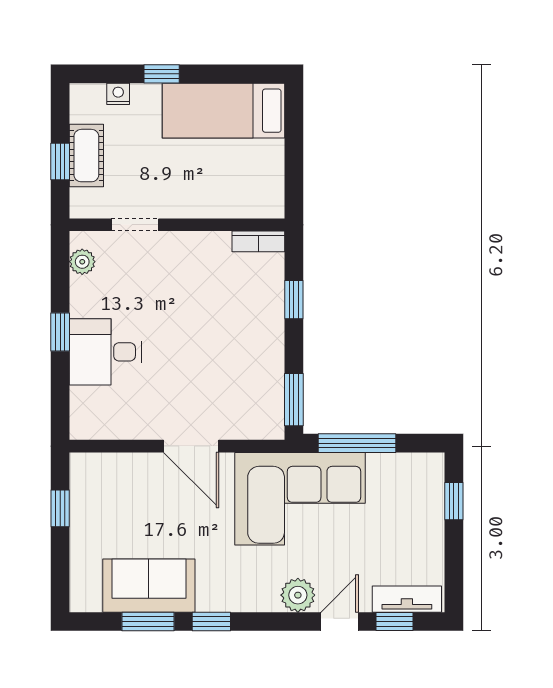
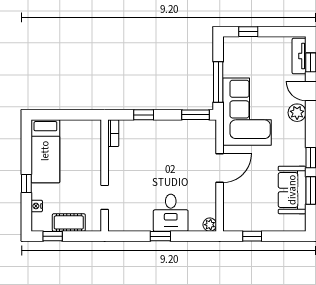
window: (60, 161) -> (53, 236), moved
plant: (82, 262) -> (210, 225), moved

